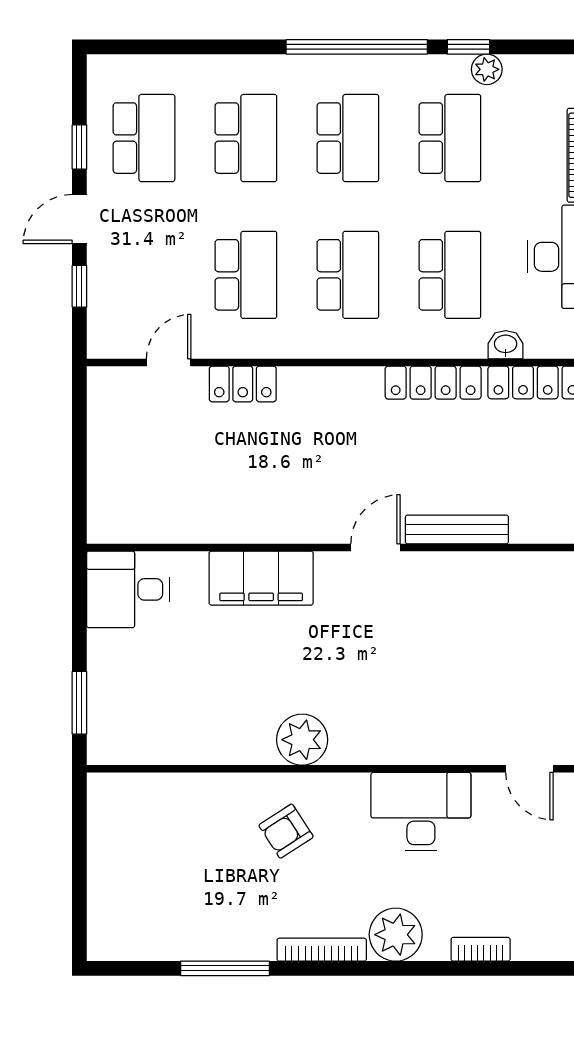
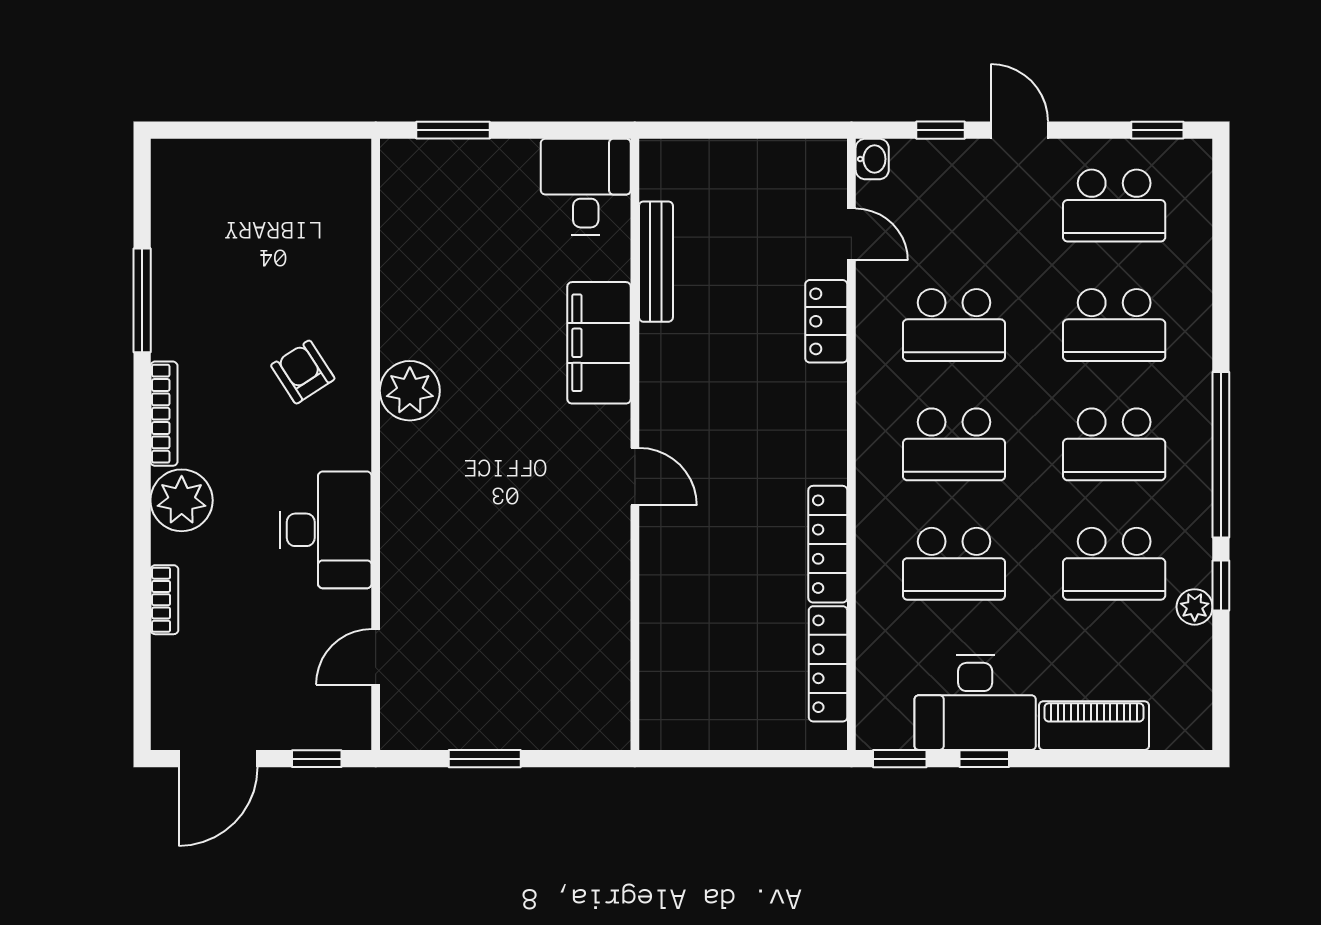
window: (79, 147) -> (1157, 130), moved
washbasin: (506, 345) -> (872, 159), moved
bench: (457, 529) -> (656, 262), moved

